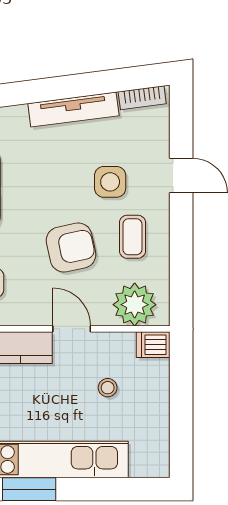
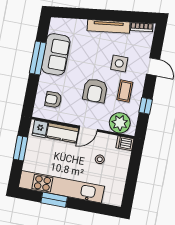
armchair: (71, 248) -> (95, 91), turned 102
window: (181, 259) -> (146, 106), added
door: (72, 329) -> (88, 129), swing flipped

